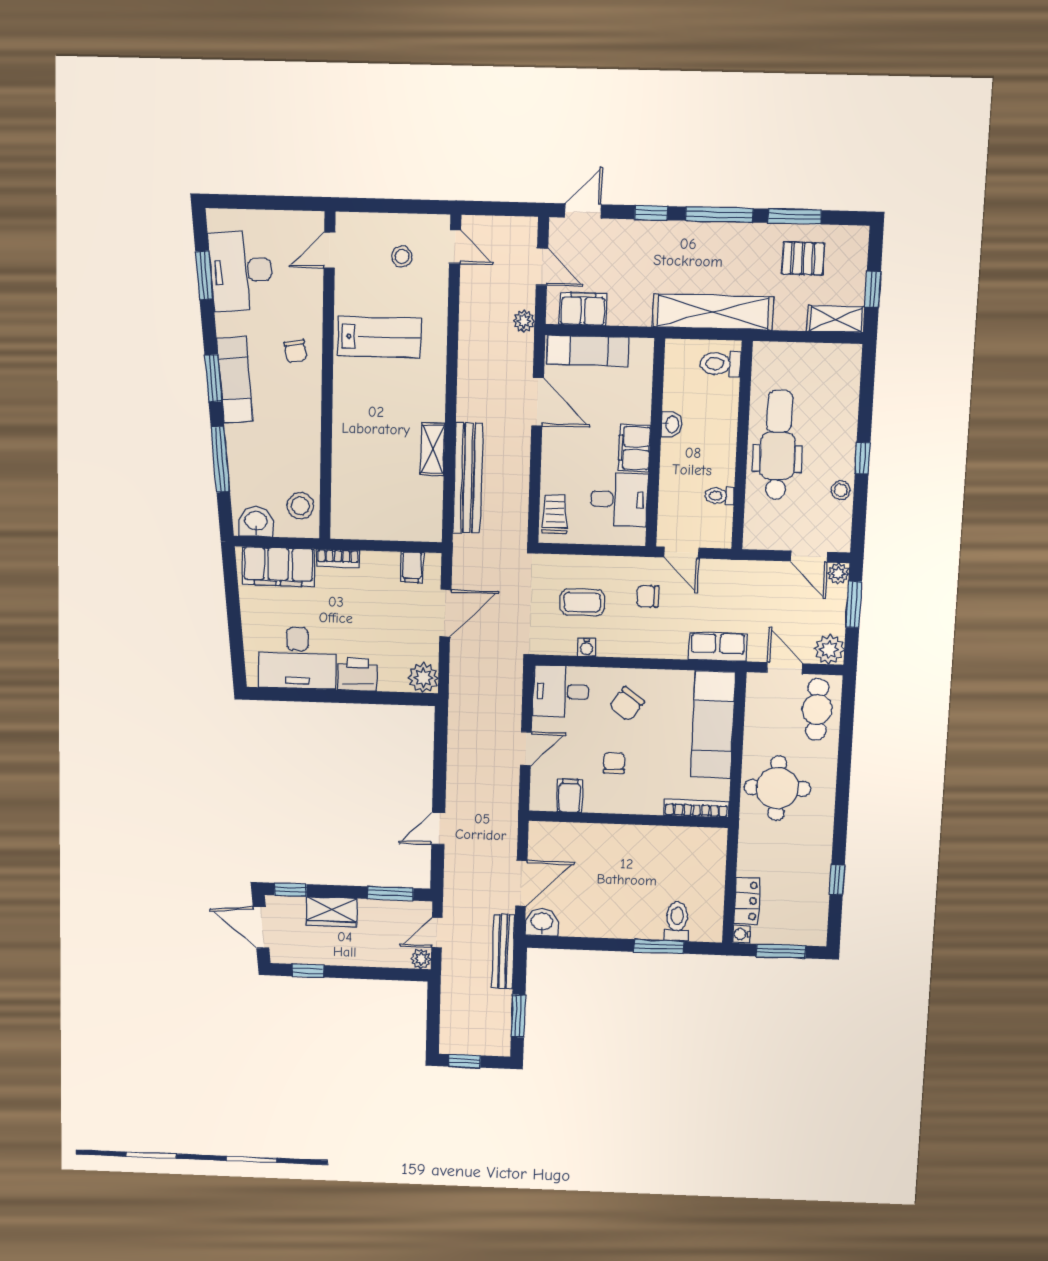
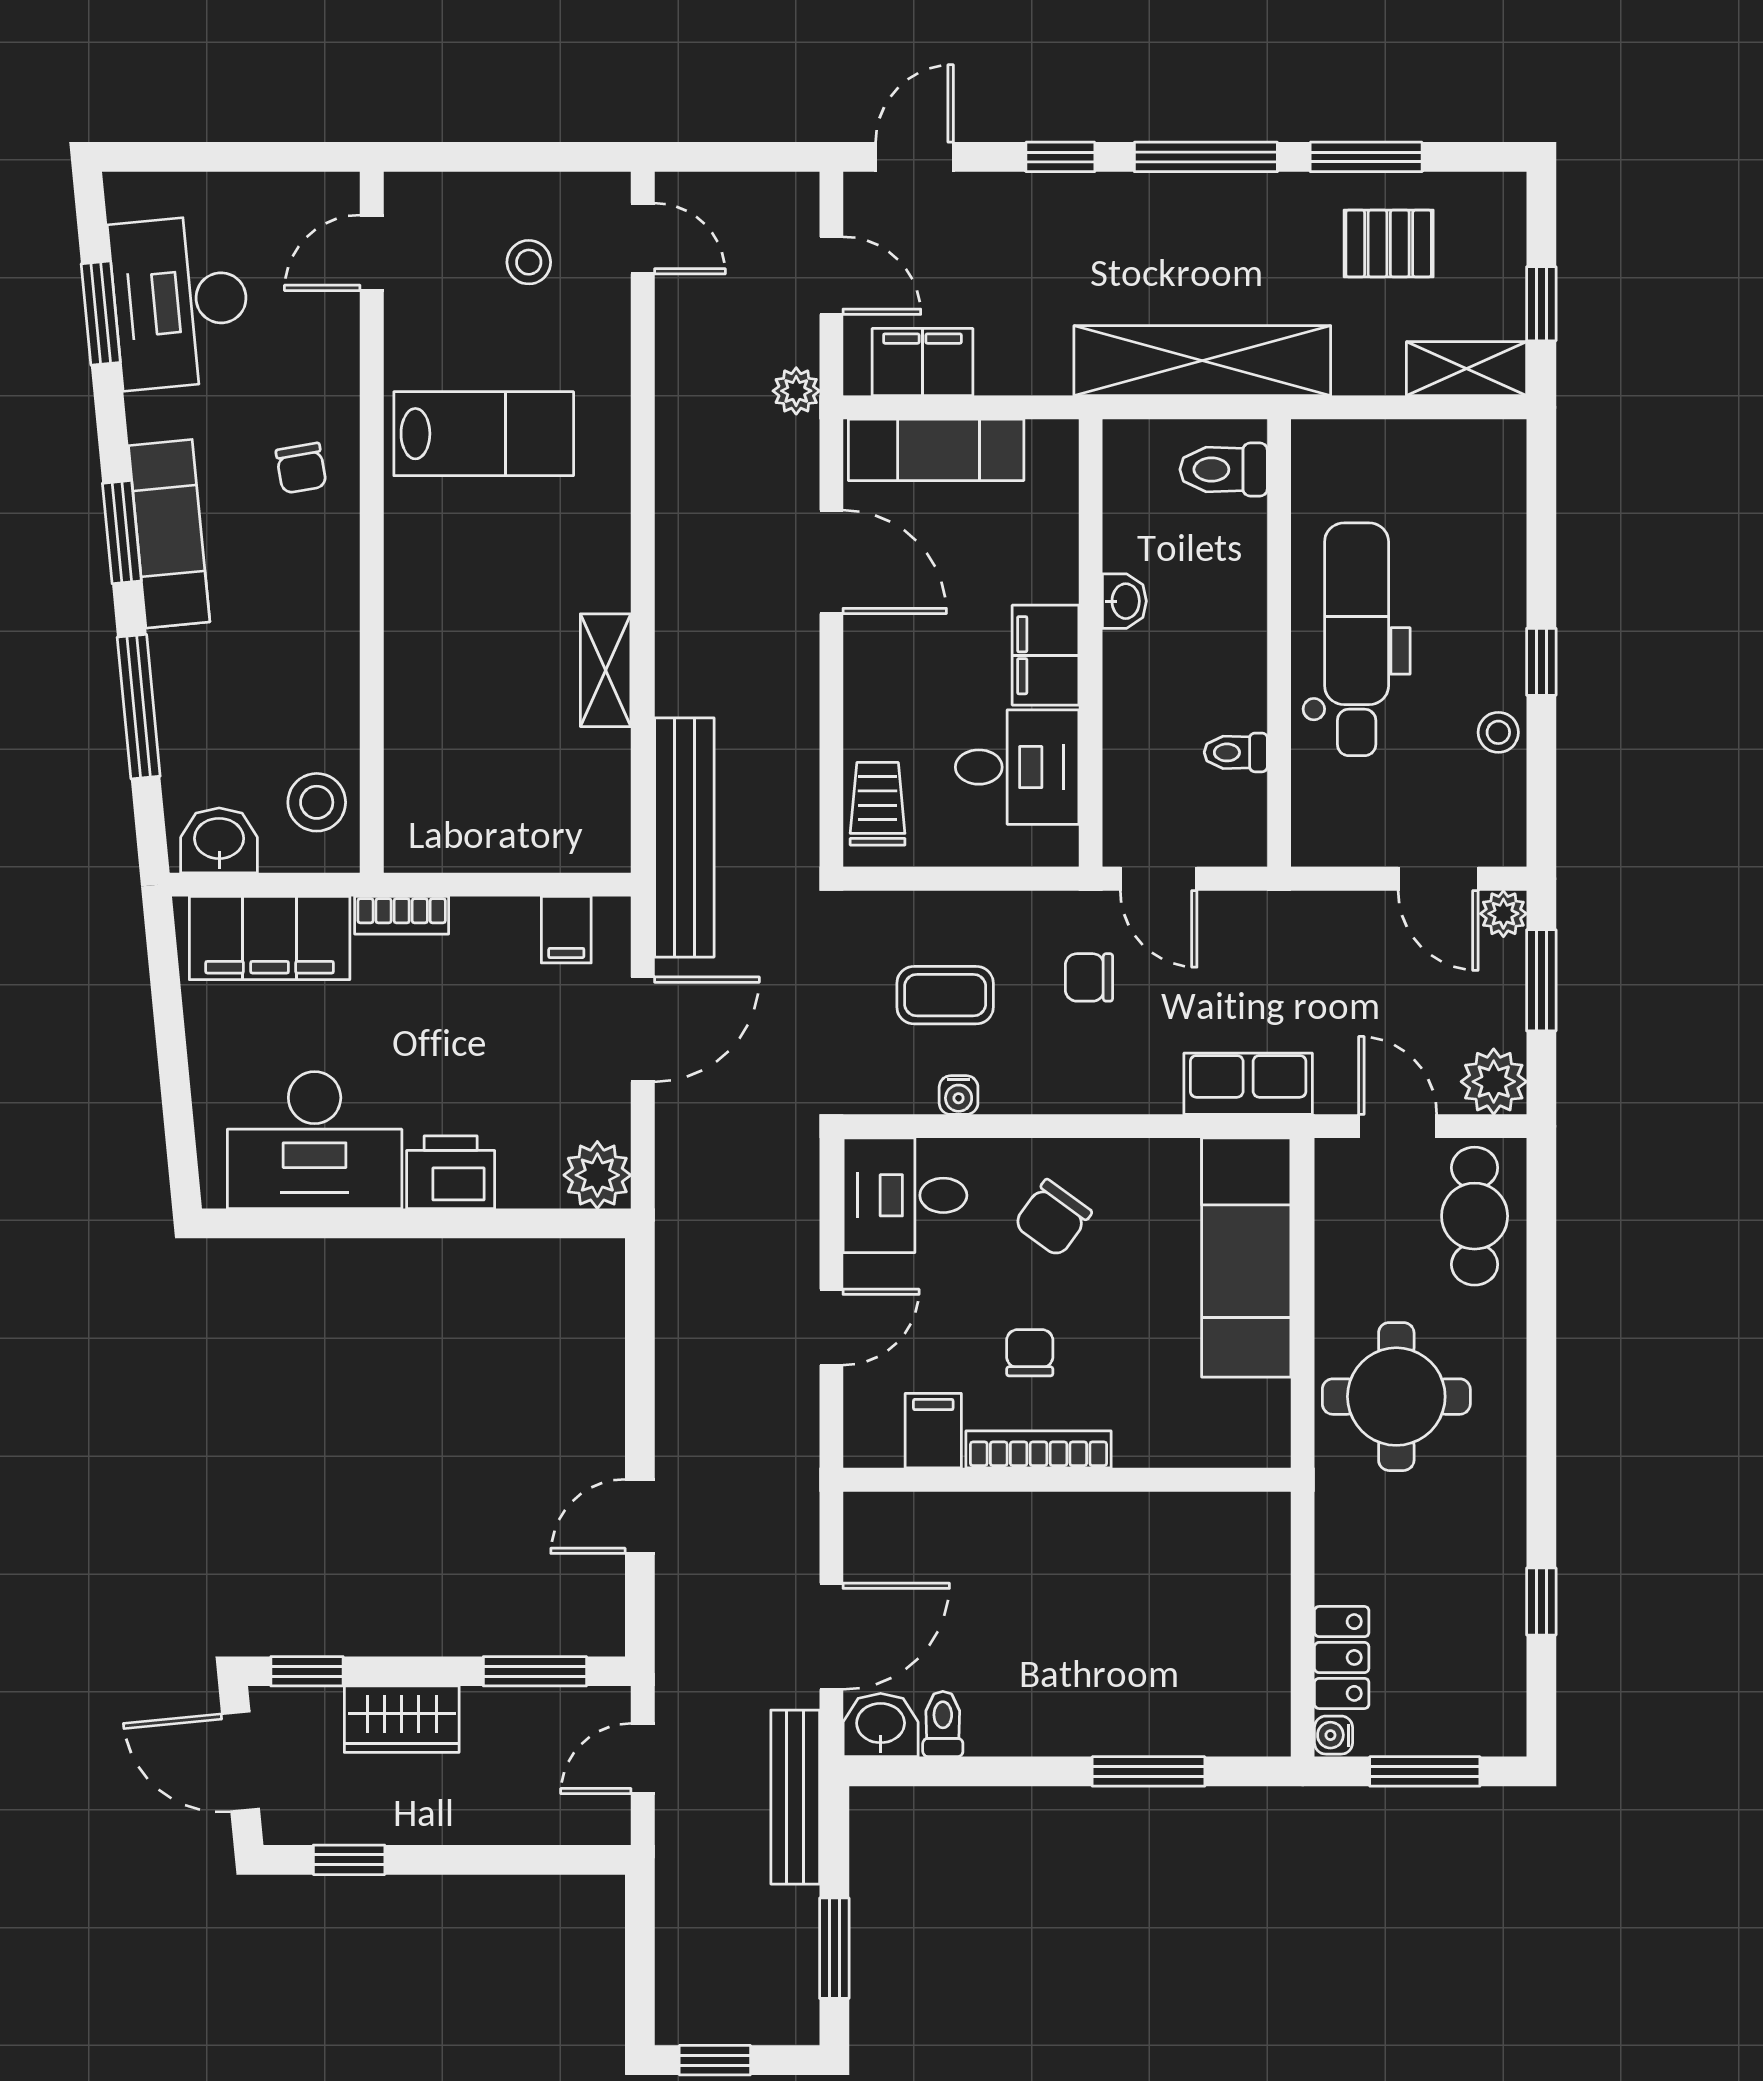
bench: (468, 478) -> (684, 837), moved
bookcase: (696, 808) -> (1039, 1449), moved
toilet: (677, 921) -> (943, 1724), moved, width x0.73, depth x0.72
plant: (421, 959) -> (608, 1822), removed

